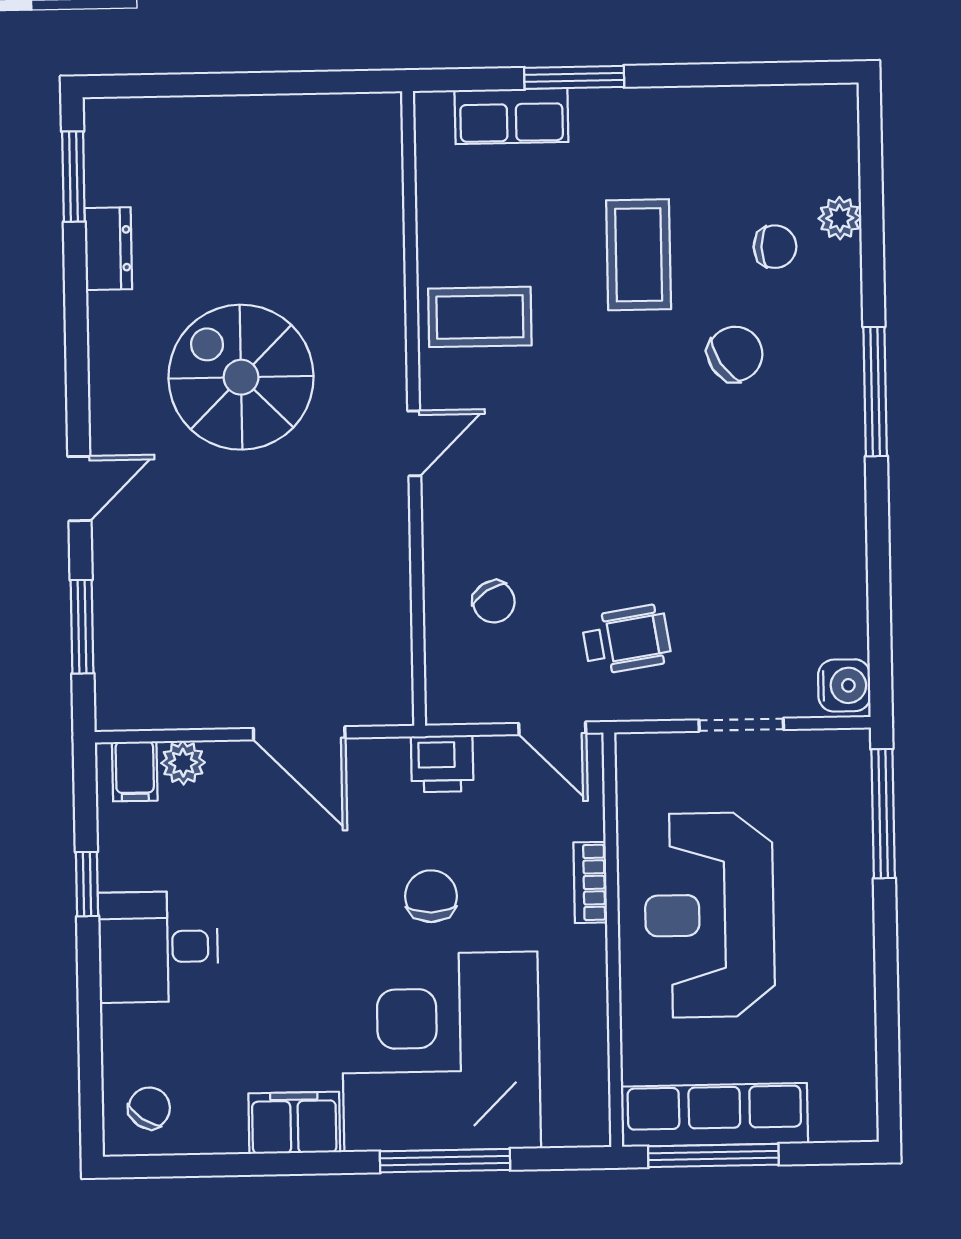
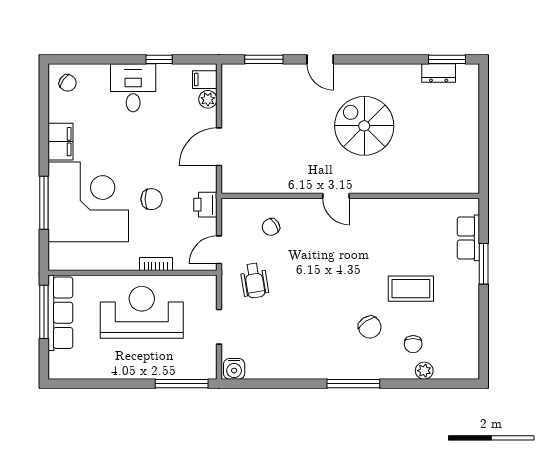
dresser: (108, 249) -> (439, 73), moved
coffee table: (480, 317) -> (387, 224), removed
spiral stairs: (241, 377) -> (364, 126), turned -90

